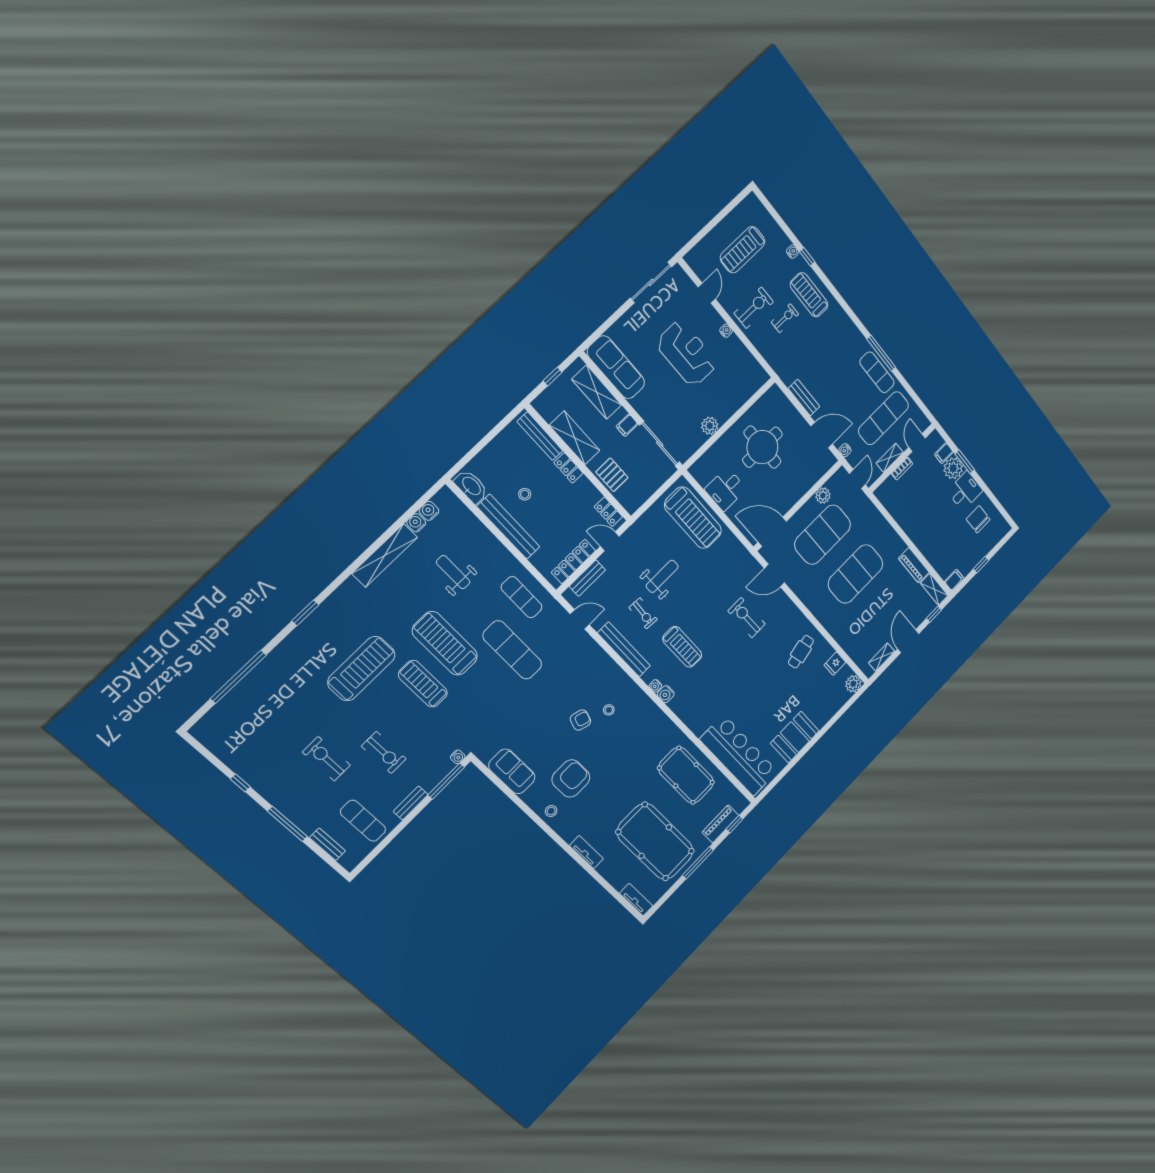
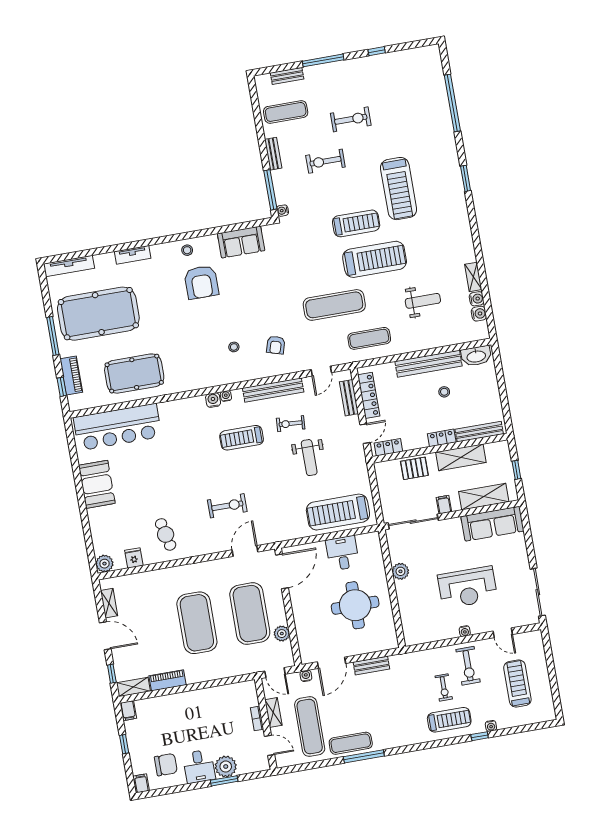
filing cabinet: (944, 453) -> (141, 783), moved
shelving: (385, 555) -> (473, 277), width x0.45, depth x0.75
armchair: (580, 720) -> (276, 345), moved
tv unit: (636, 900) -> (69, 266), width x1.41

